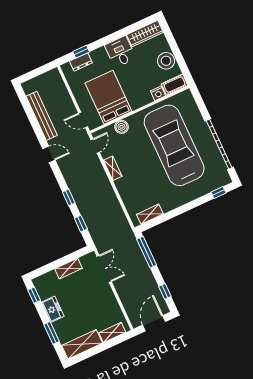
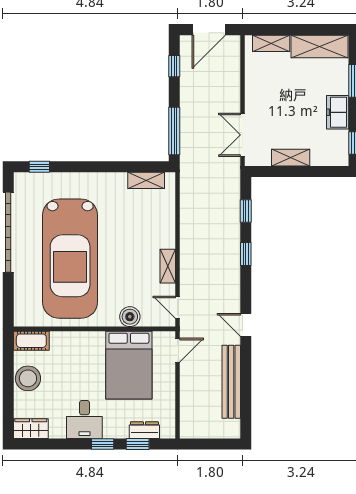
wardrobe: (145, 34) -> (31, 429), width x0.67
window: (102, 42) -> (103, 444), added
nightstand: (158, 93) -> (59, 339), removed
door: (83, 120) -> (177, 350), hinge flipped
door: (95, 146) -> (177, 307), hinge flipped

